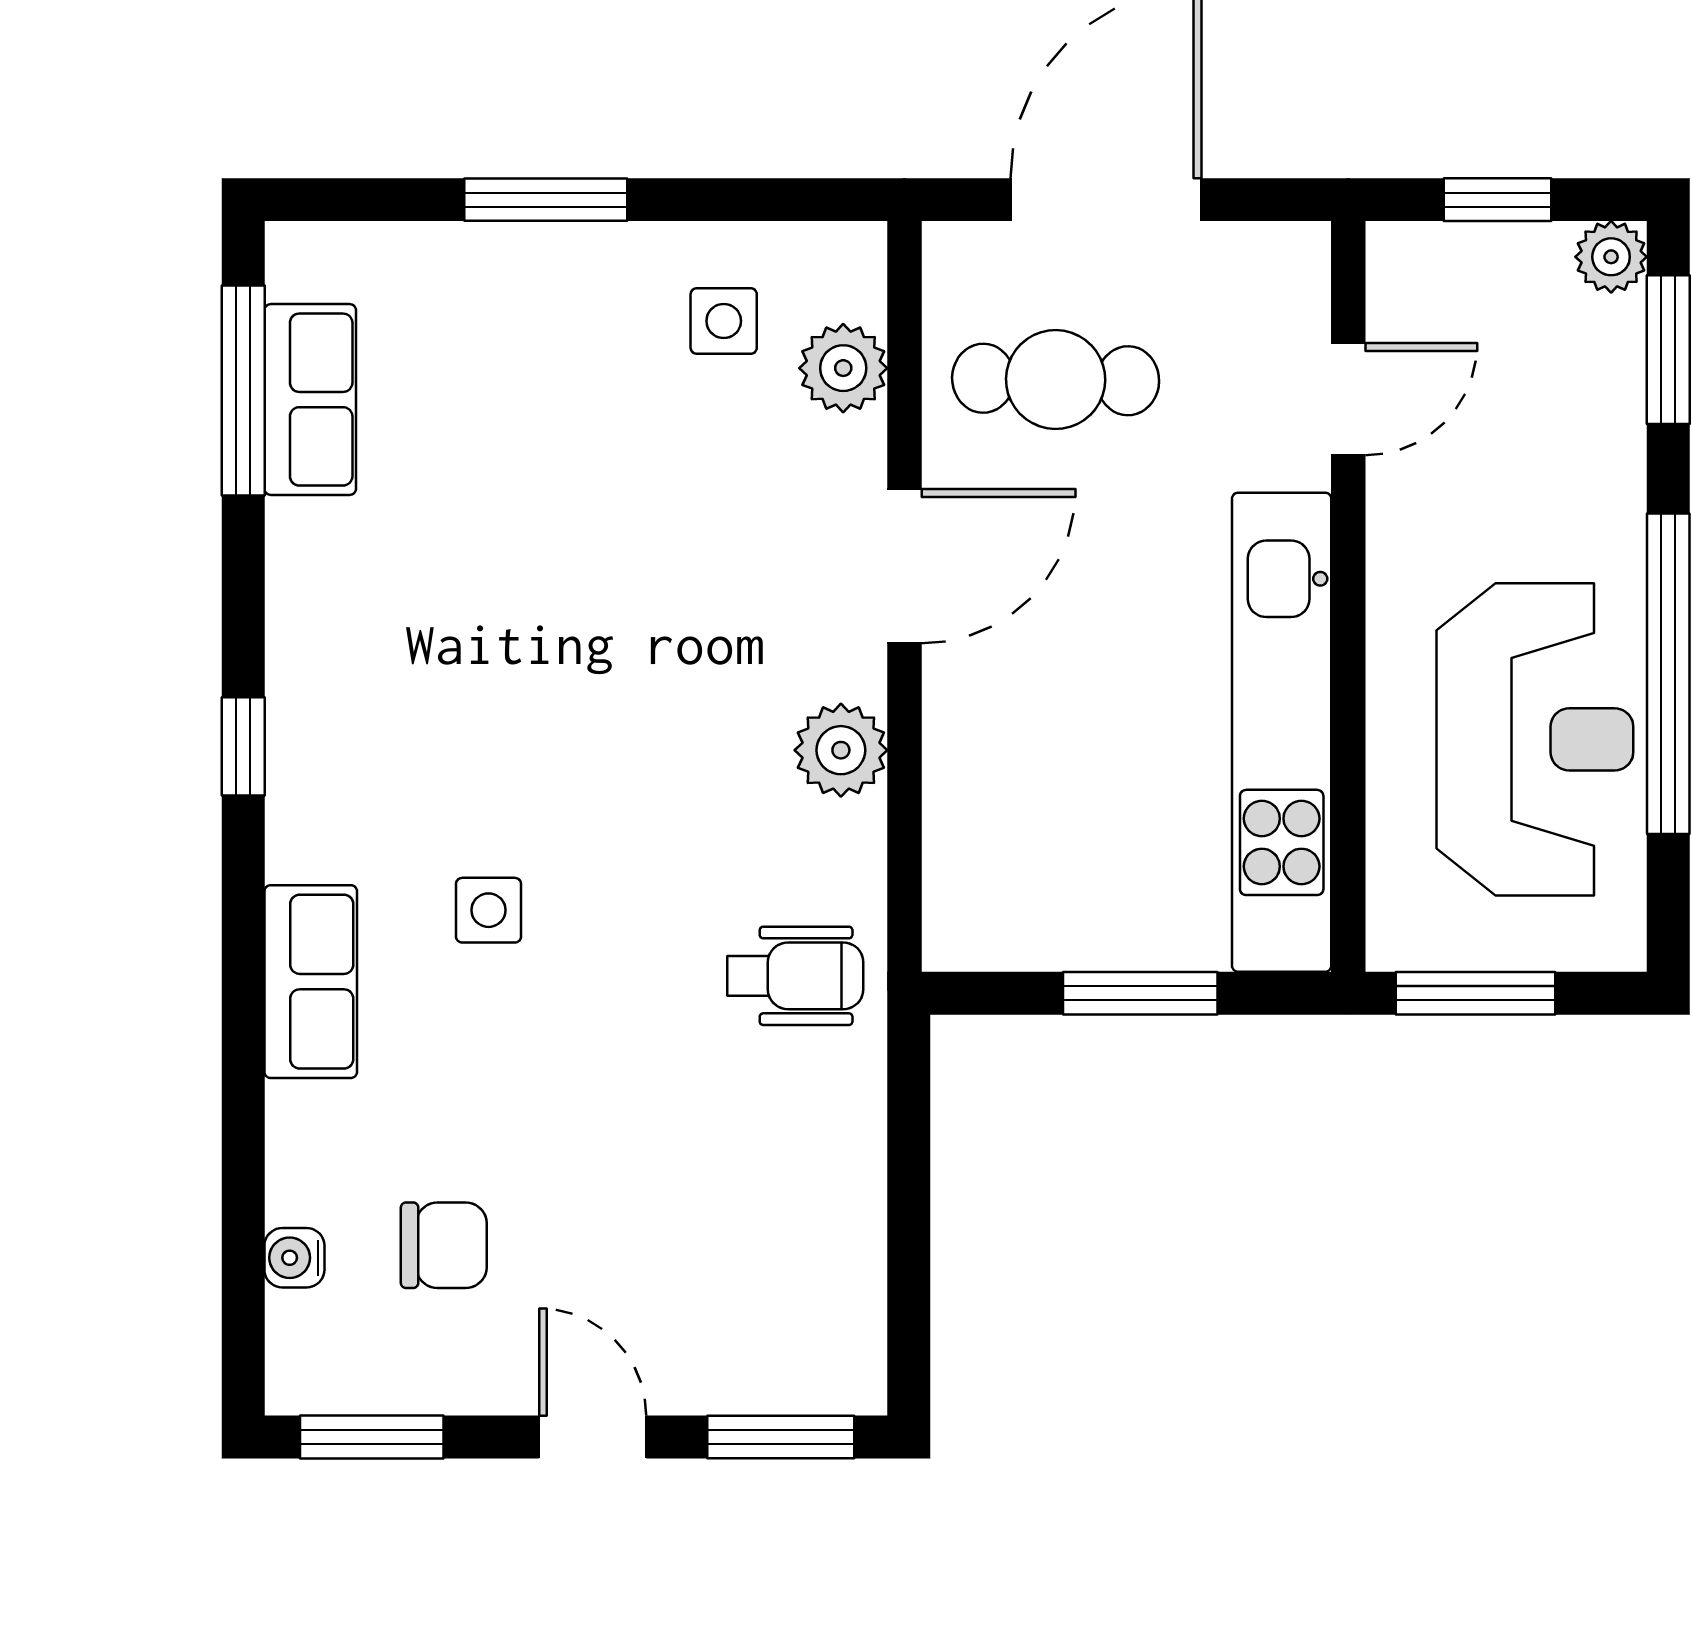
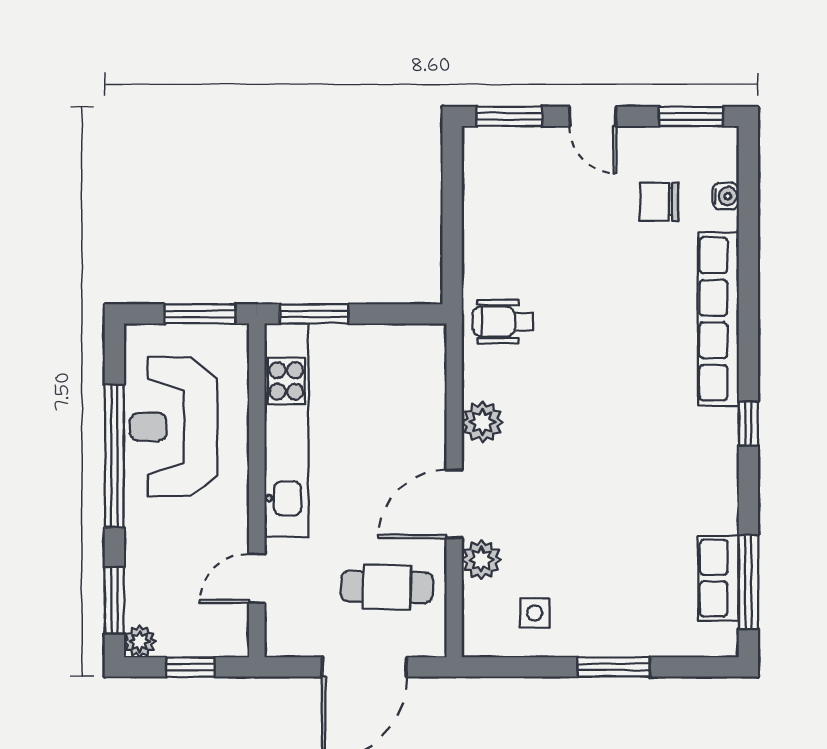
plant: (843, 368) -> (481, 560), moved
side table: (489, 910) -> (639, 351), removed
row of seats: (311, 982) -> (718, 319), width x2.02
window: (1140, 993) -> (314, 314), moved

